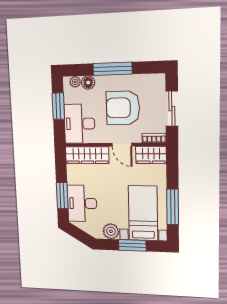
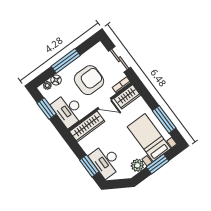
armchair: (123, 108) -> (89, 80), turned 180

